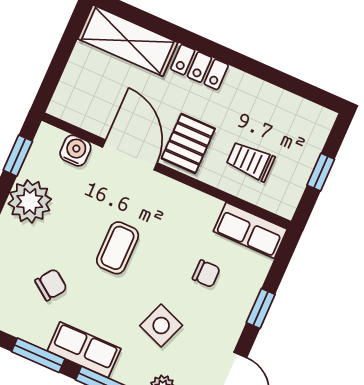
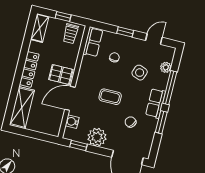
locker: (200, 67) -> (29, 69), width x1.53
shelving: (304, 113) -> (40, 28), added
trolley: (250, 161) -> (71, 34), moved

